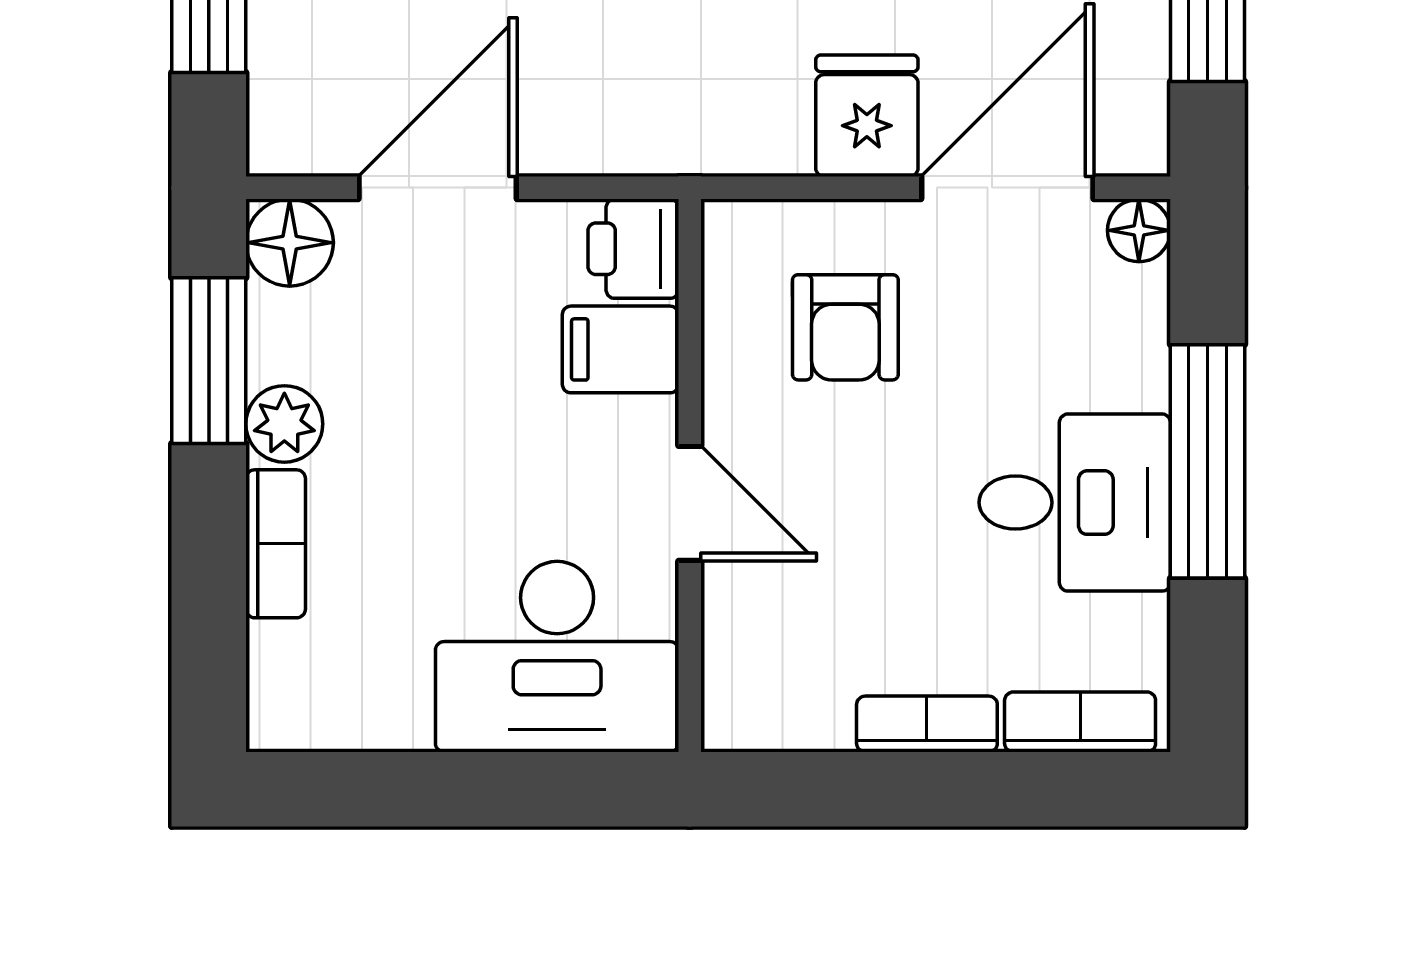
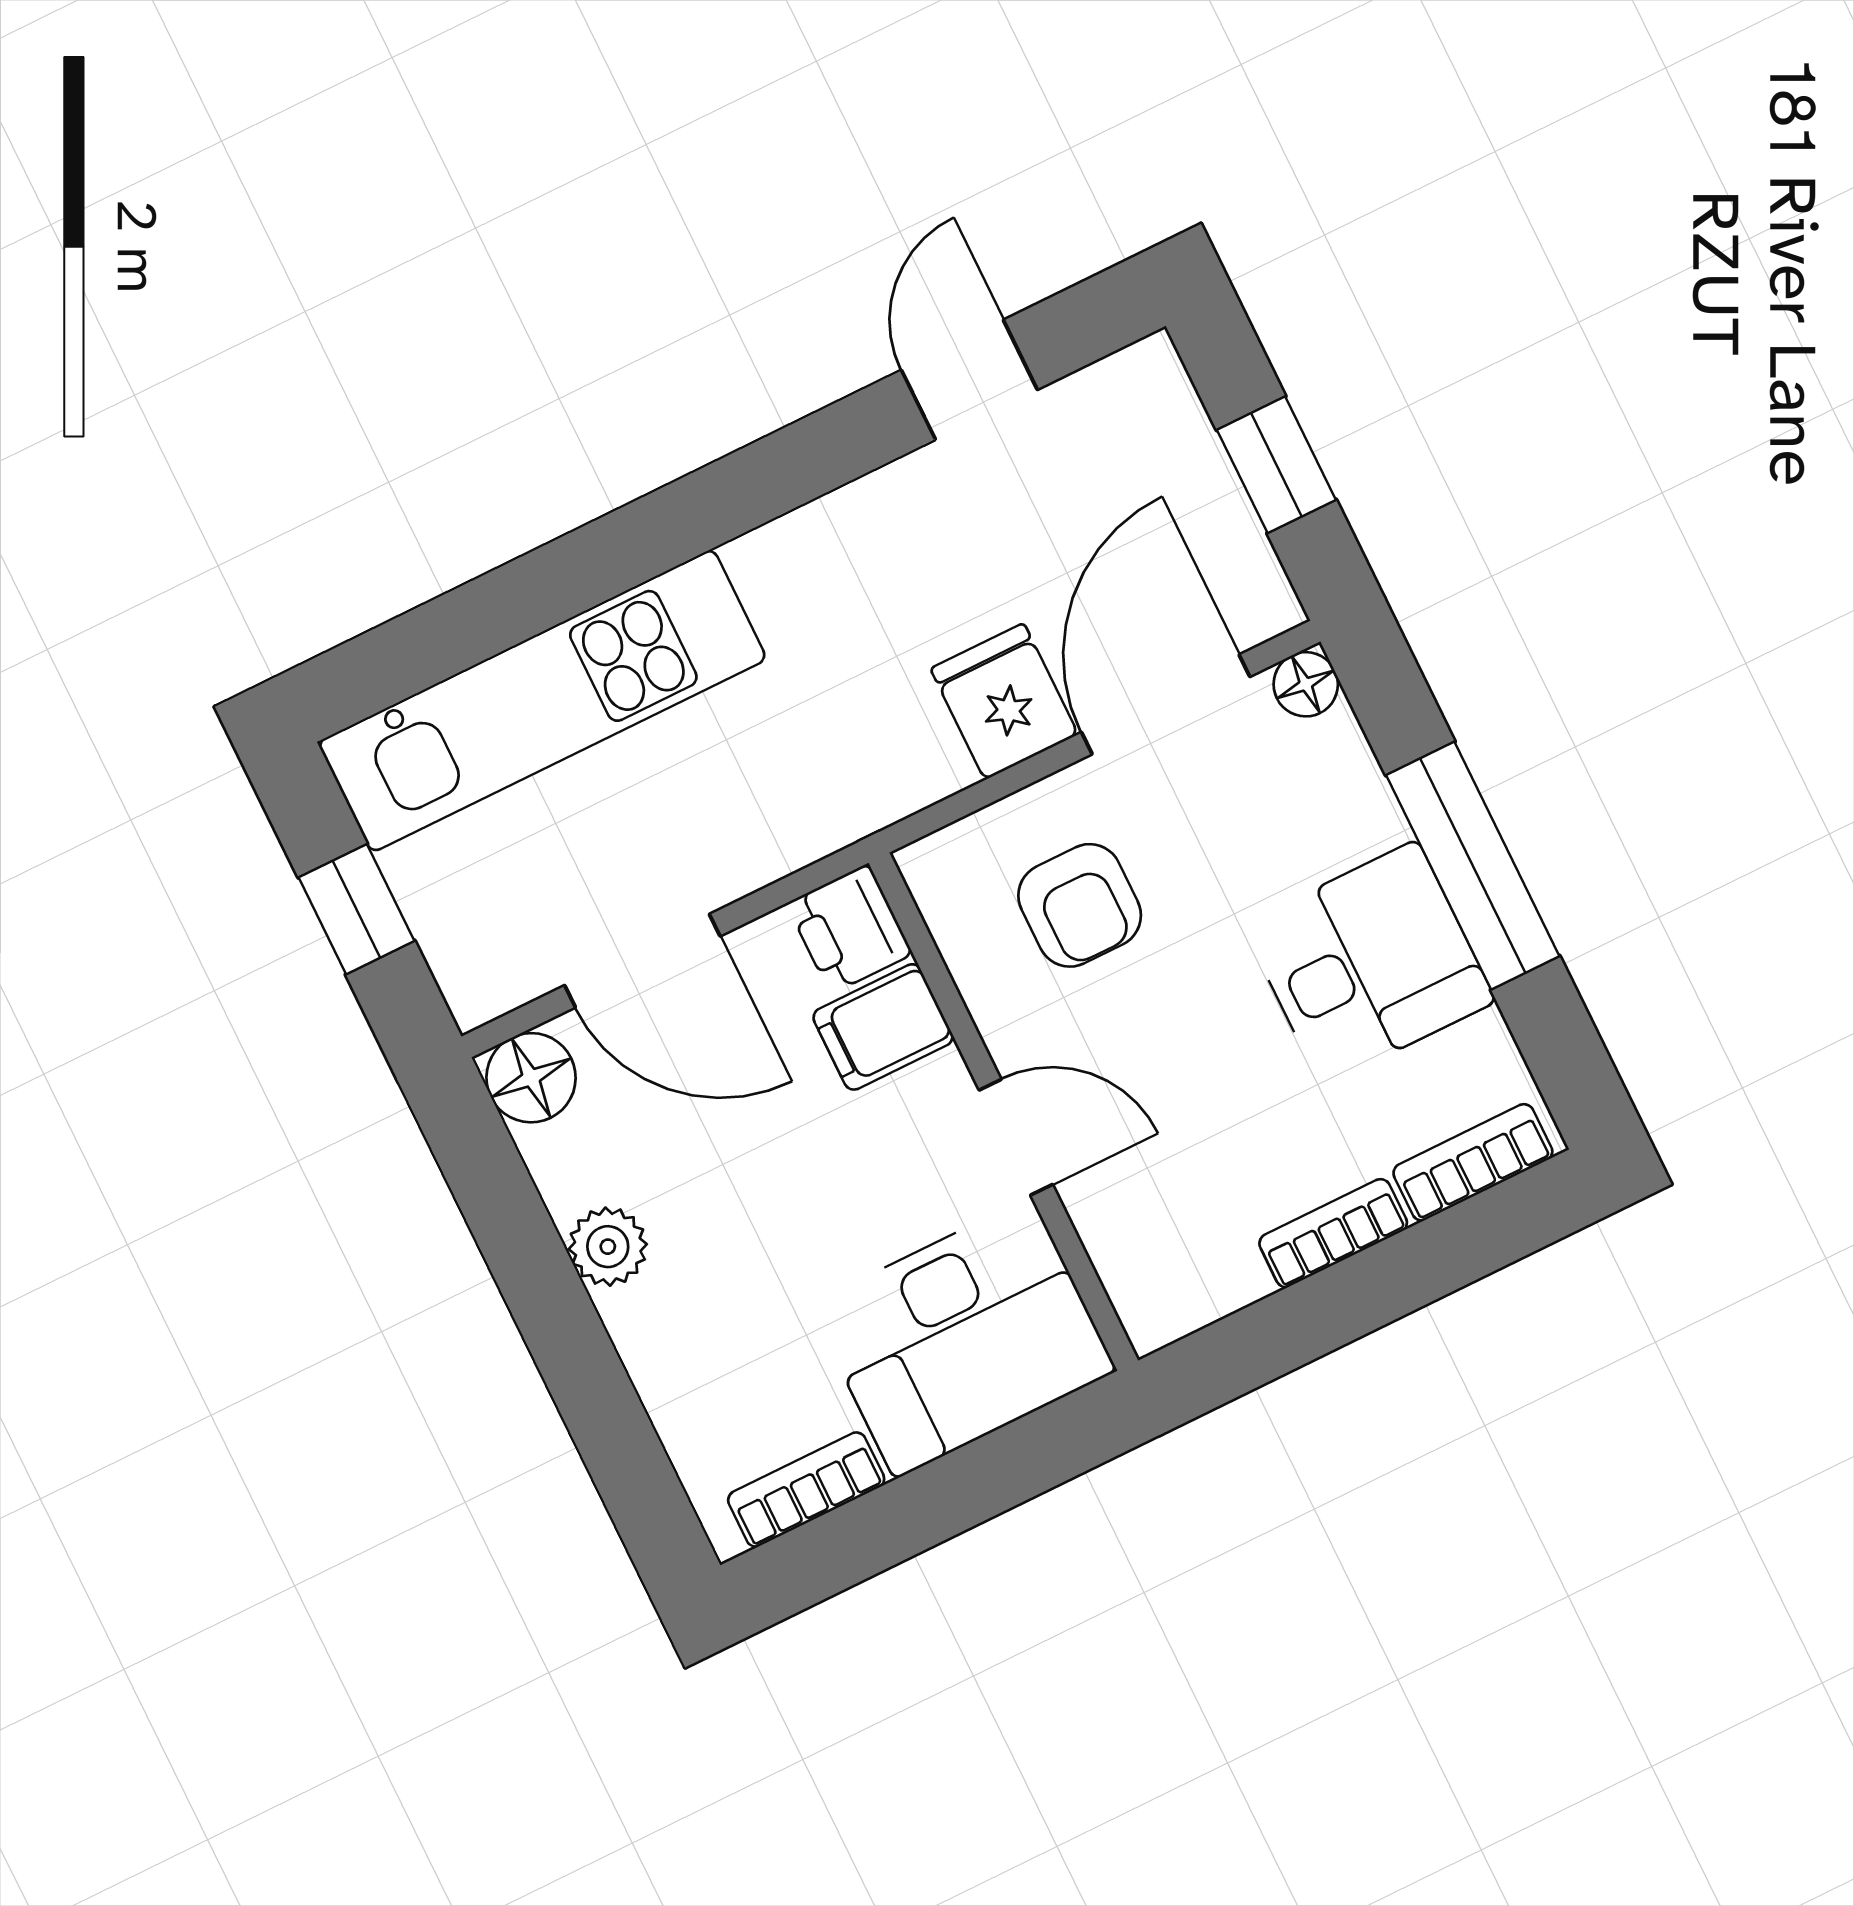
door: (438, 188) -> (642, 961), swing flipped
window: (209, 361) -> (510, 1222), removed
bookcase: (276, 544) -> (806, 1490), moved, turned -90

